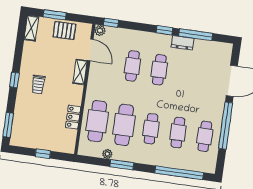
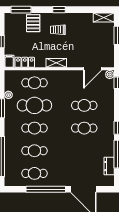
pallet: (64, 31) -> (33, 23), moved
dresser: (183, 43) -> (109, 166), moved
shelving: (80, 72) -> (56, 63), moved
locker: (73, 117) -> (25, 62), moved
cafe table: (97, 121) -> (34, 83), width x0.73, depth x0.74
filing cabinet: (67, 148) -> (9, 61), added

